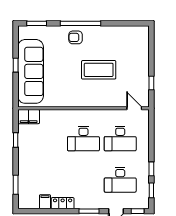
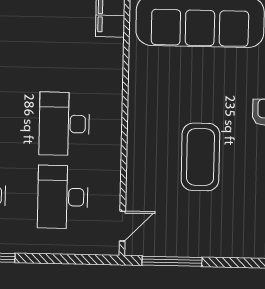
window: (151, 83) -> (172, 261), width x2.17

